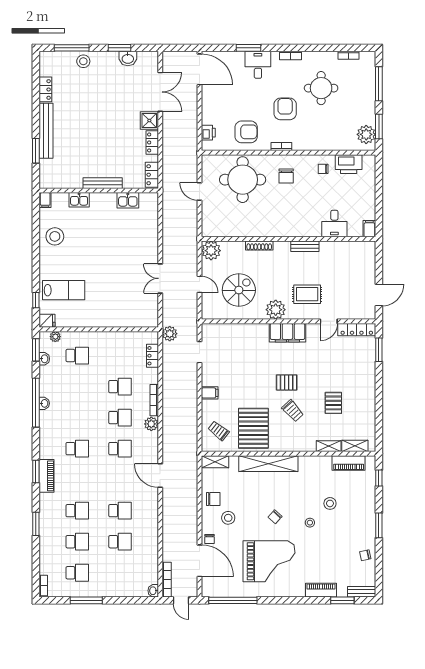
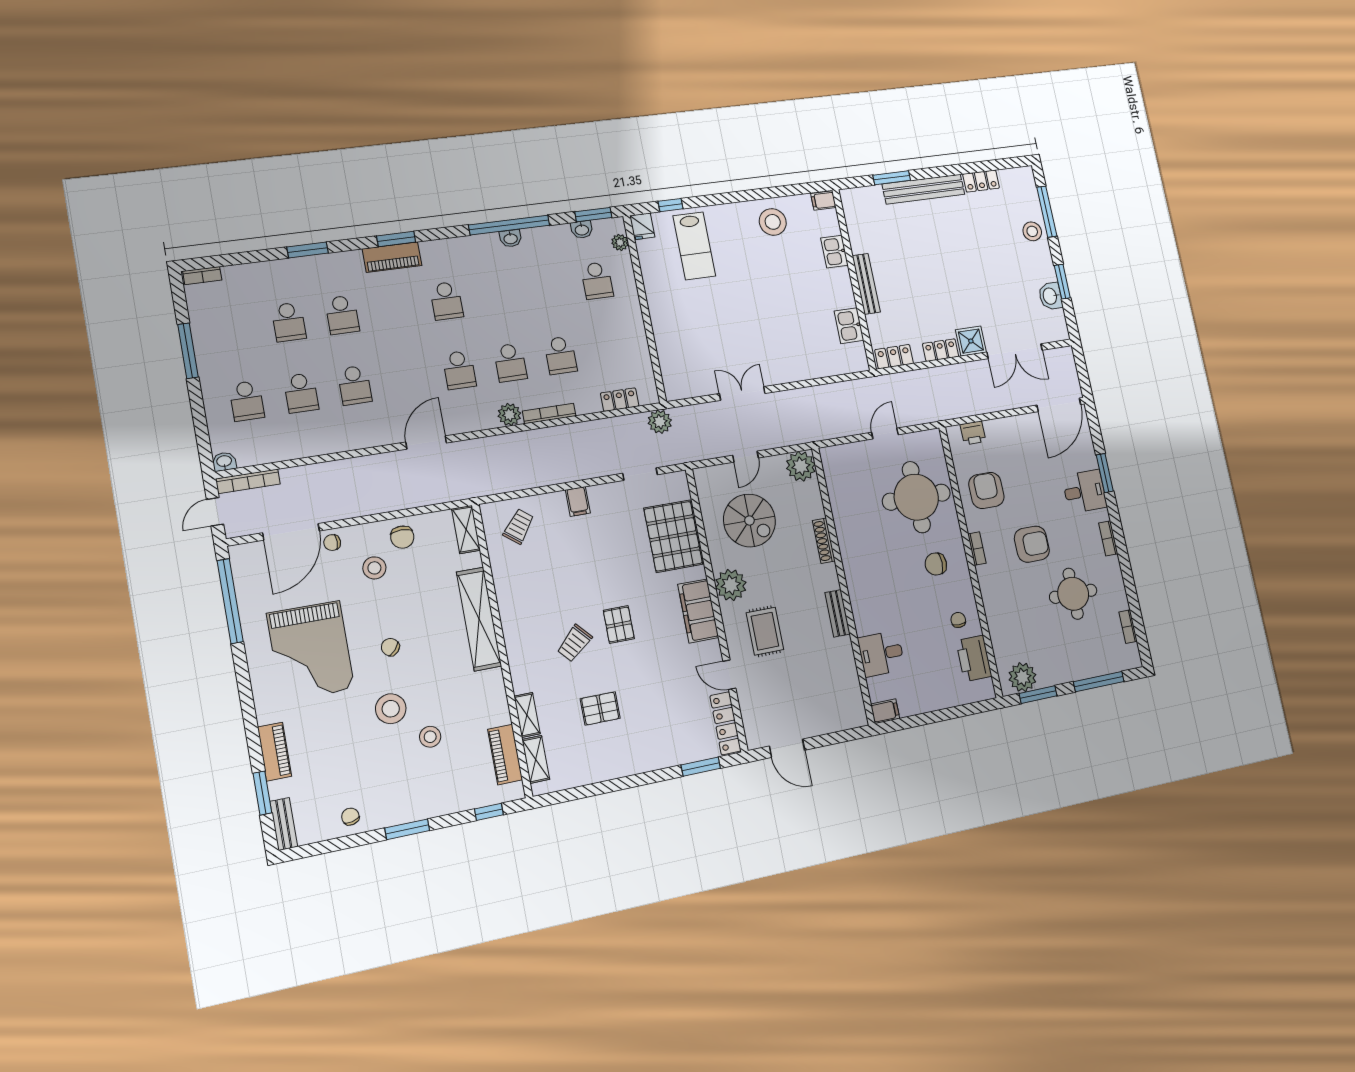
armchair: (246, 132) -> (986, 490), turned 180
pallet: (253, 428) -> (673, 536), moved, turned 90
stool: (310, 523) -> (391, 709), width x1.89, depth x1.89
school desk: (77, 573) -> (247, 401), moved

